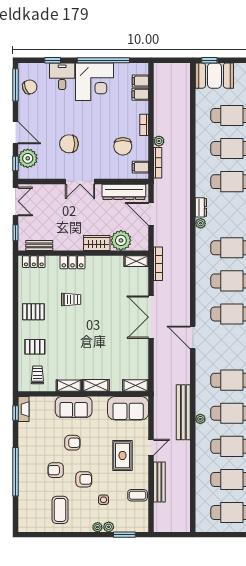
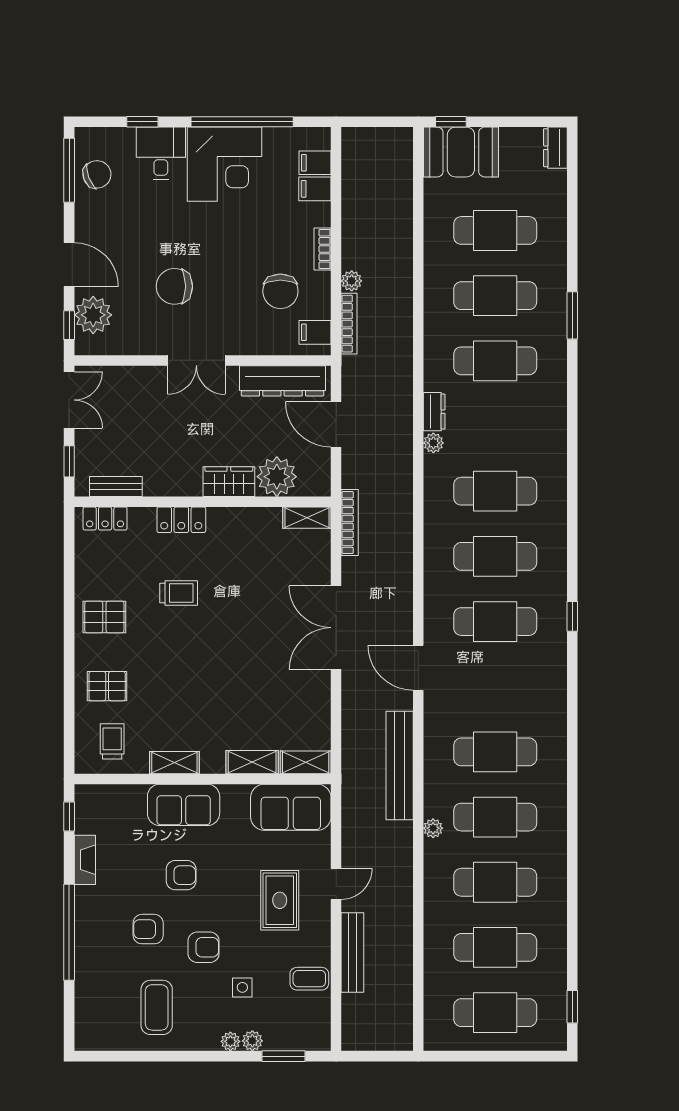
shelving: (96, 385) -> (252, 762), moved
fireplace: (24, 409) -> (85, 860), moved
bench: (183, 412) -> (400, 766), moved

